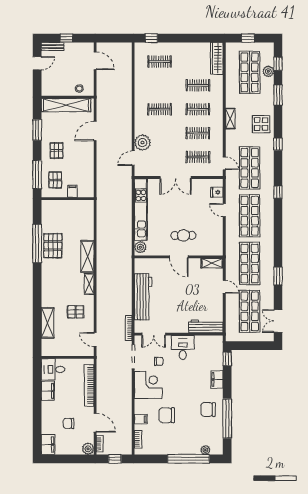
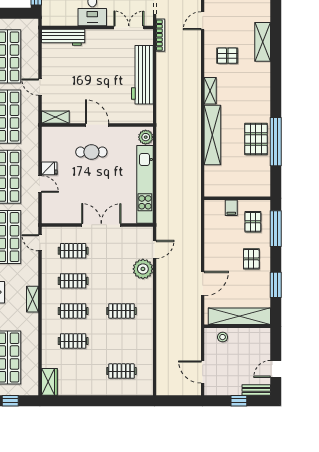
window: (151, 38) -> (132, 401), removed
wardrobe: (217, 58) -> (49, 382), width x0.67
fridge: (217, 192) -> (49, 168), moved
shelving: (87, 256) -> (212, 135), width x1.47
door: (95, 340) -> (203, 21), swing flipped

